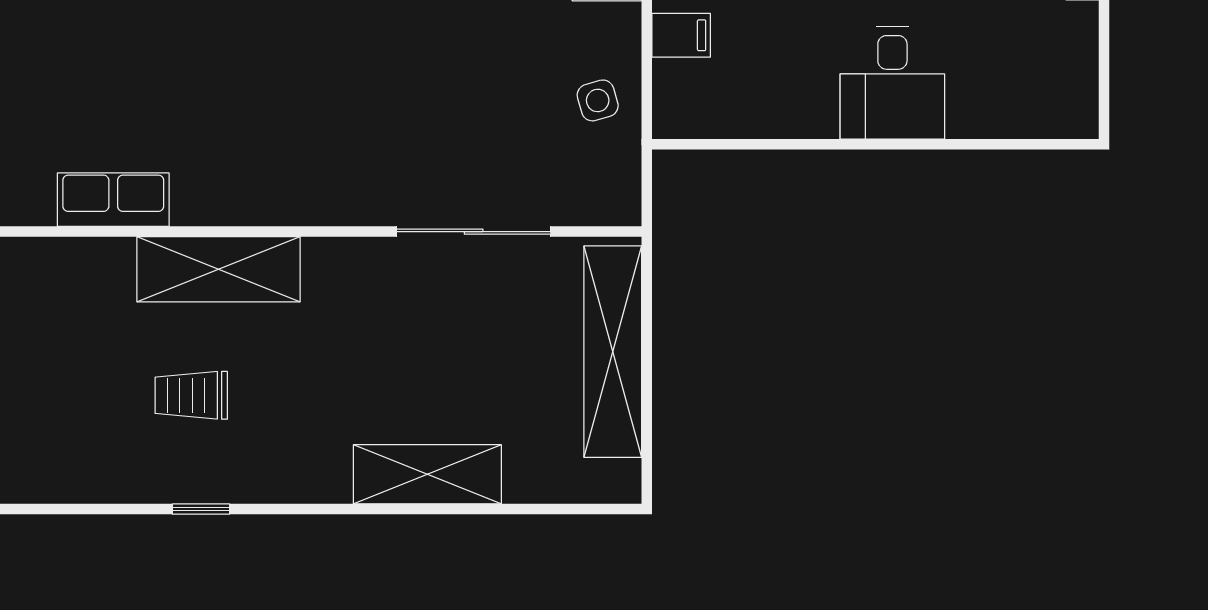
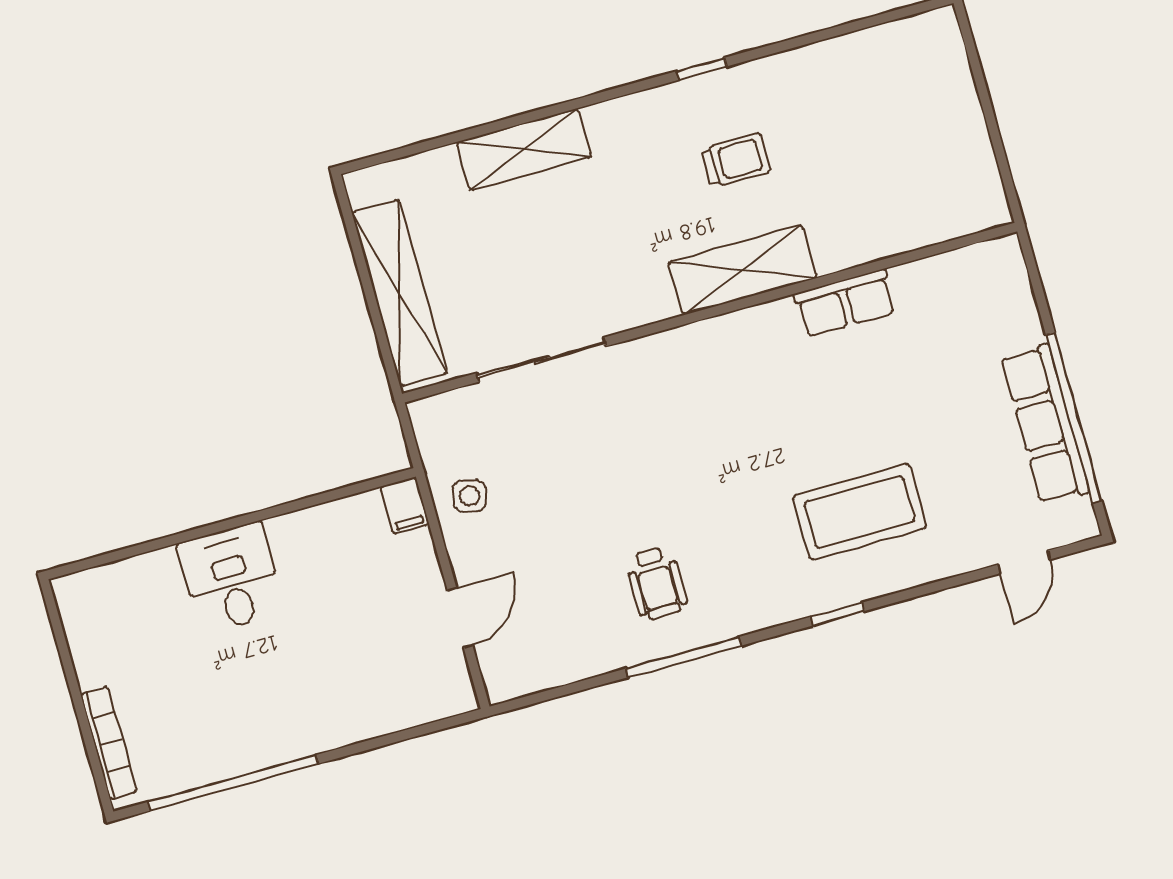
filing cabinet: (681, 35) -> (405, 506), moved, turned -90
side table: (598, 100) -> (470, 496), turned 31

